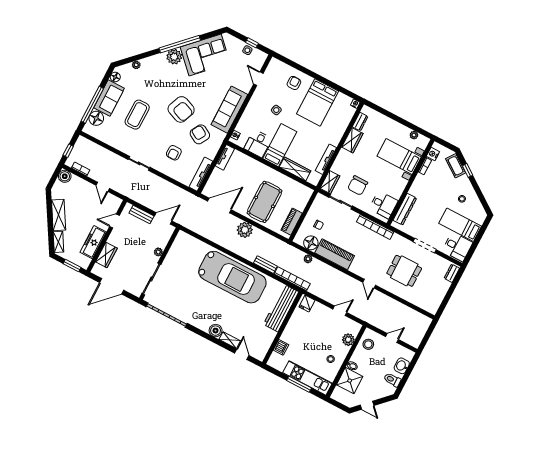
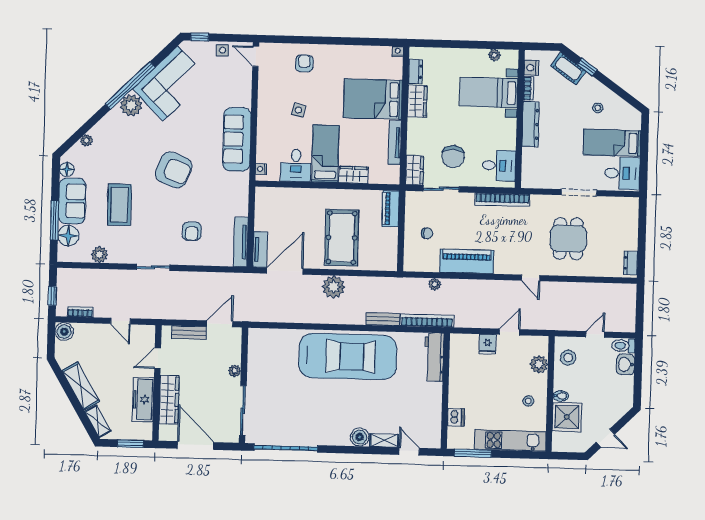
window: (252, 43) -> (200, 37), moved
door: (258, 79) -> (256, 56), moved
bed: (318, 103) -> (373, 99), moved, turned 90
window: (92, 105) -> (54, 220), width x0.68
armchair: (200, 134) -> (214, 191), removed
plant: (110, 139) -> (99, 255), added
tv unit: (225, 157) -> (260, 249), moved
wardrobe: (295, 169) -> (353, 175), width x0.67
dresser: (405, 209) -> (531, 124), moved
piano: (292, 222) -> (391, 209), moved
floor lamp: (311, 243) -> (428, 262), removed
wardrobe: (106, 255) -> (169, 400), width x1.50
dining table: (404, 271) -> (568, 239), turned 90
dresser: (452, 273) -> (631, 263), moved
door: (112, 286) -> (196, 445), swing flipped
fridge: (307, 304) -> (487, 344), moved
workbench: (281, 308) -> (434, 357), width x0.73, depth x0.76
toilet: (392, 380) -> (623, 346), moved
window: (299, 384) -> (473, 453), moved

